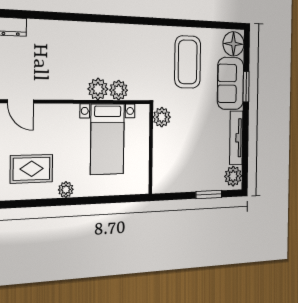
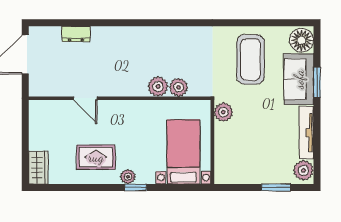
bed with nightstands: (107, 139) -> (183, 152), moved, turned 180
window: (74, 201) -> (136, 187), added

